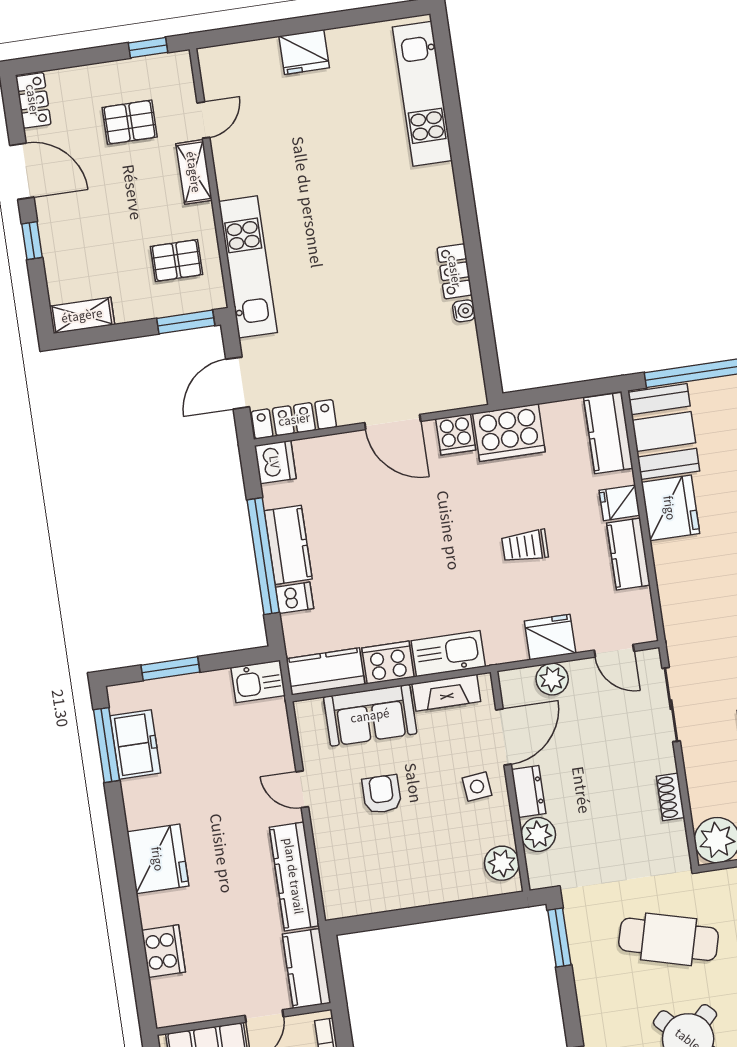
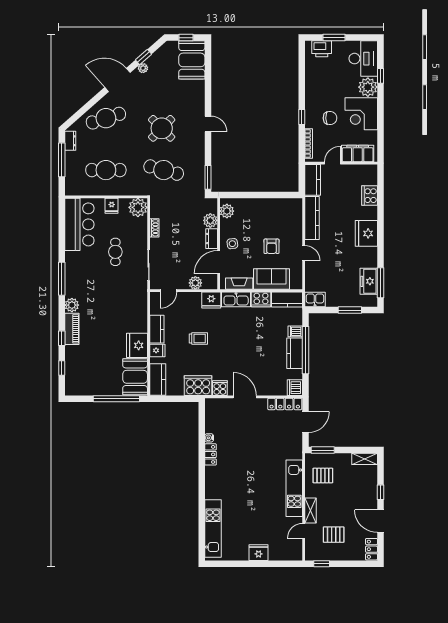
kitchen unit: (248, 267) -> (294, 488), moved
fridge: (550, 637) -> (211, 300), moved
door: (614, 651) -> (168, 291), swing flipped

